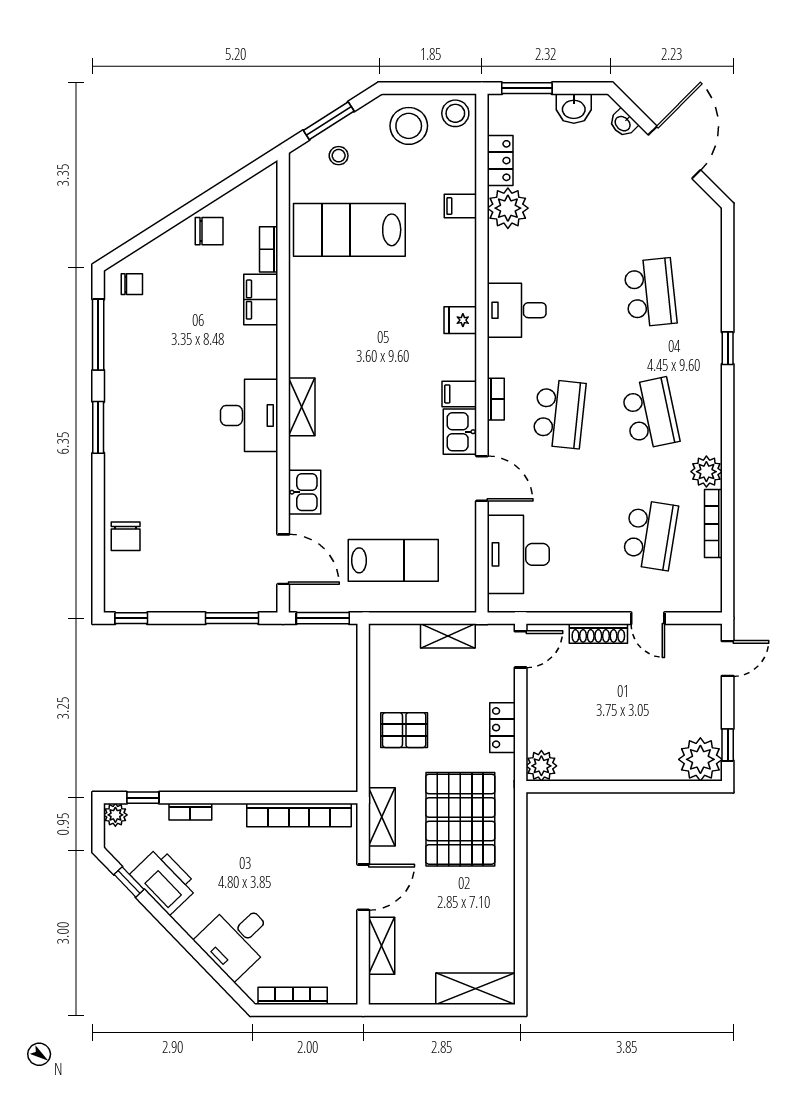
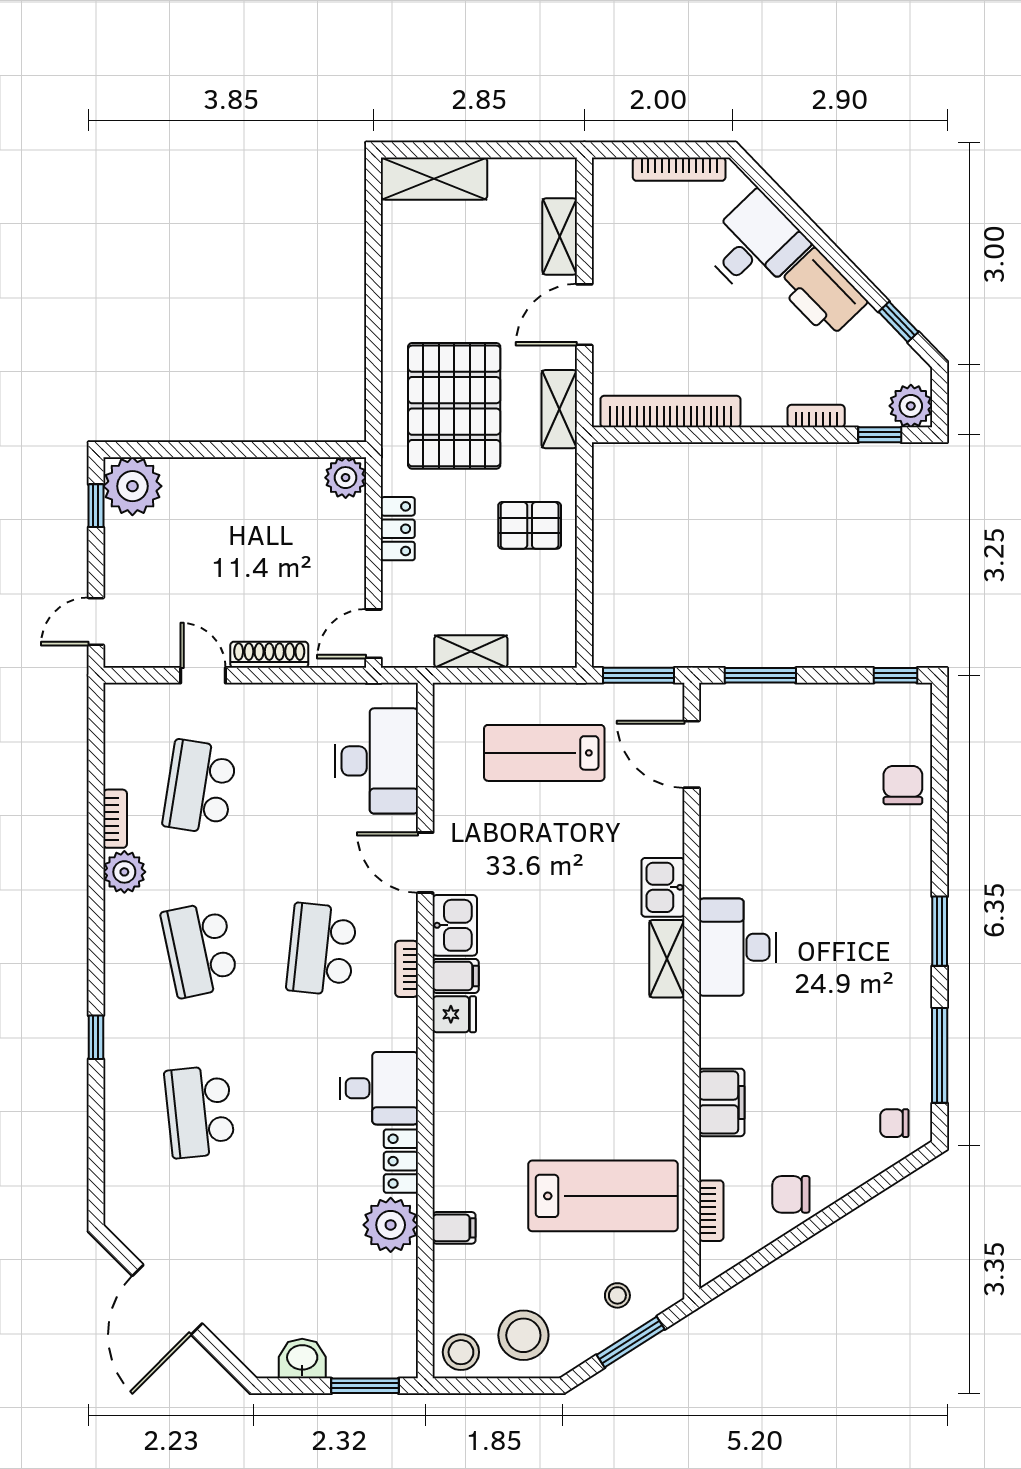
washbasin: (623, 123) -> (236, 1339), removed
locker: (500, 161) -> (401, 1161), moved
bookcase: (269, 249) -> (711, 1211), moved
fridge: (460, 320) -> (454, 1014), moved
kitchen sink: (305, 492) -> (663, 887), moved
bookcase: (713, 524) -> (115, 819), width x0.64
plant: (115, 815) -> (911, 406), width x1.38, depth x1.38
printer: (164, 881) -> (822, 293), moved

